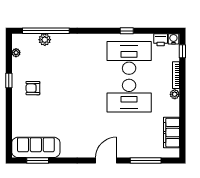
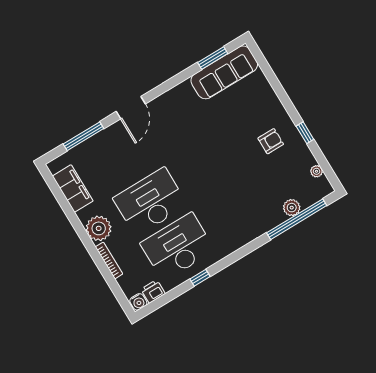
window: (182, 51) -> (119, 293), removed
desk: (129, 58) -> (178, 247), turned 180
plant: (175, 94) -> (99, 228), width x1.87, depth x1.87

